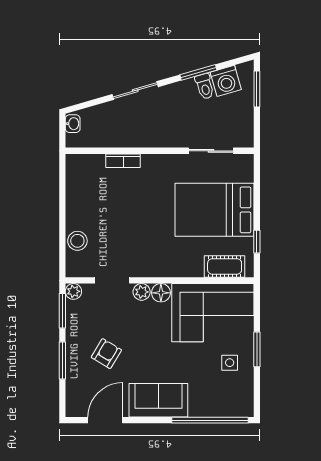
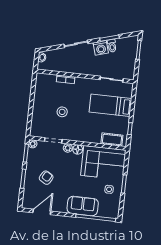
washing machine: (226, 81) -> (101, 48), moved
bed: (214, 210) -> (110, 105), width x0.67
stool: (77, 241) -> (62, 112), moved
sofa: (158, 400) -> (83, 206), moved

